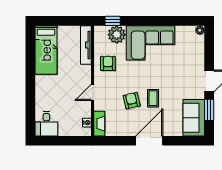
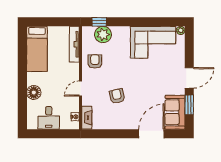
corner sofa: (151, 43) -> (153, 42), moved
floor lamp: (43, 97) -> (34, 93), added
coffee table: (153, 98) -> (137, 94), removed
desk: (46, 124) -> (49, 118), moved
door: (149, 141) -> (151, 134), moved

